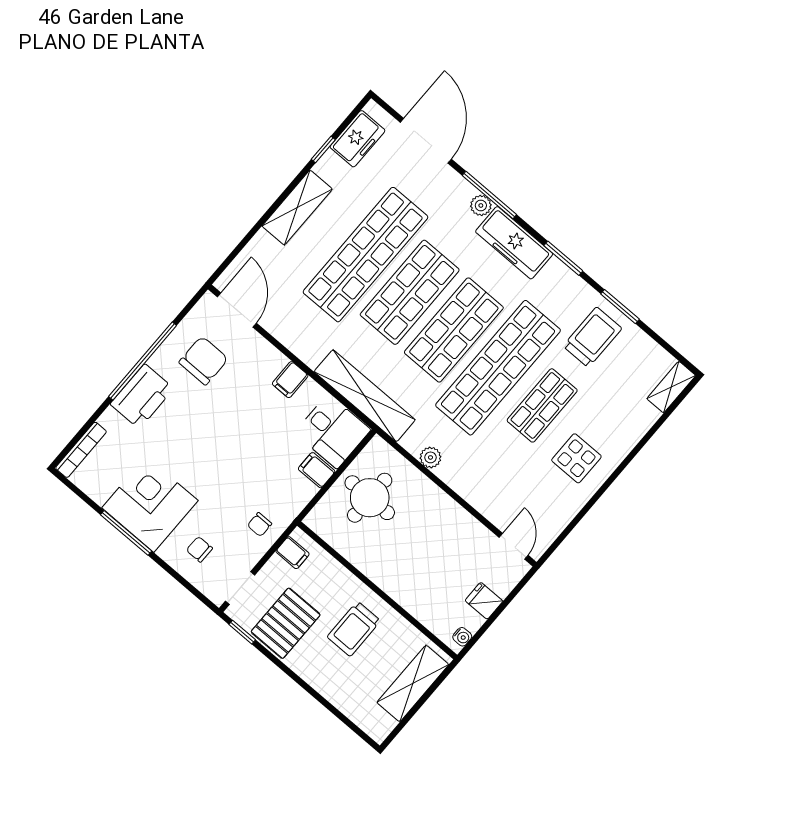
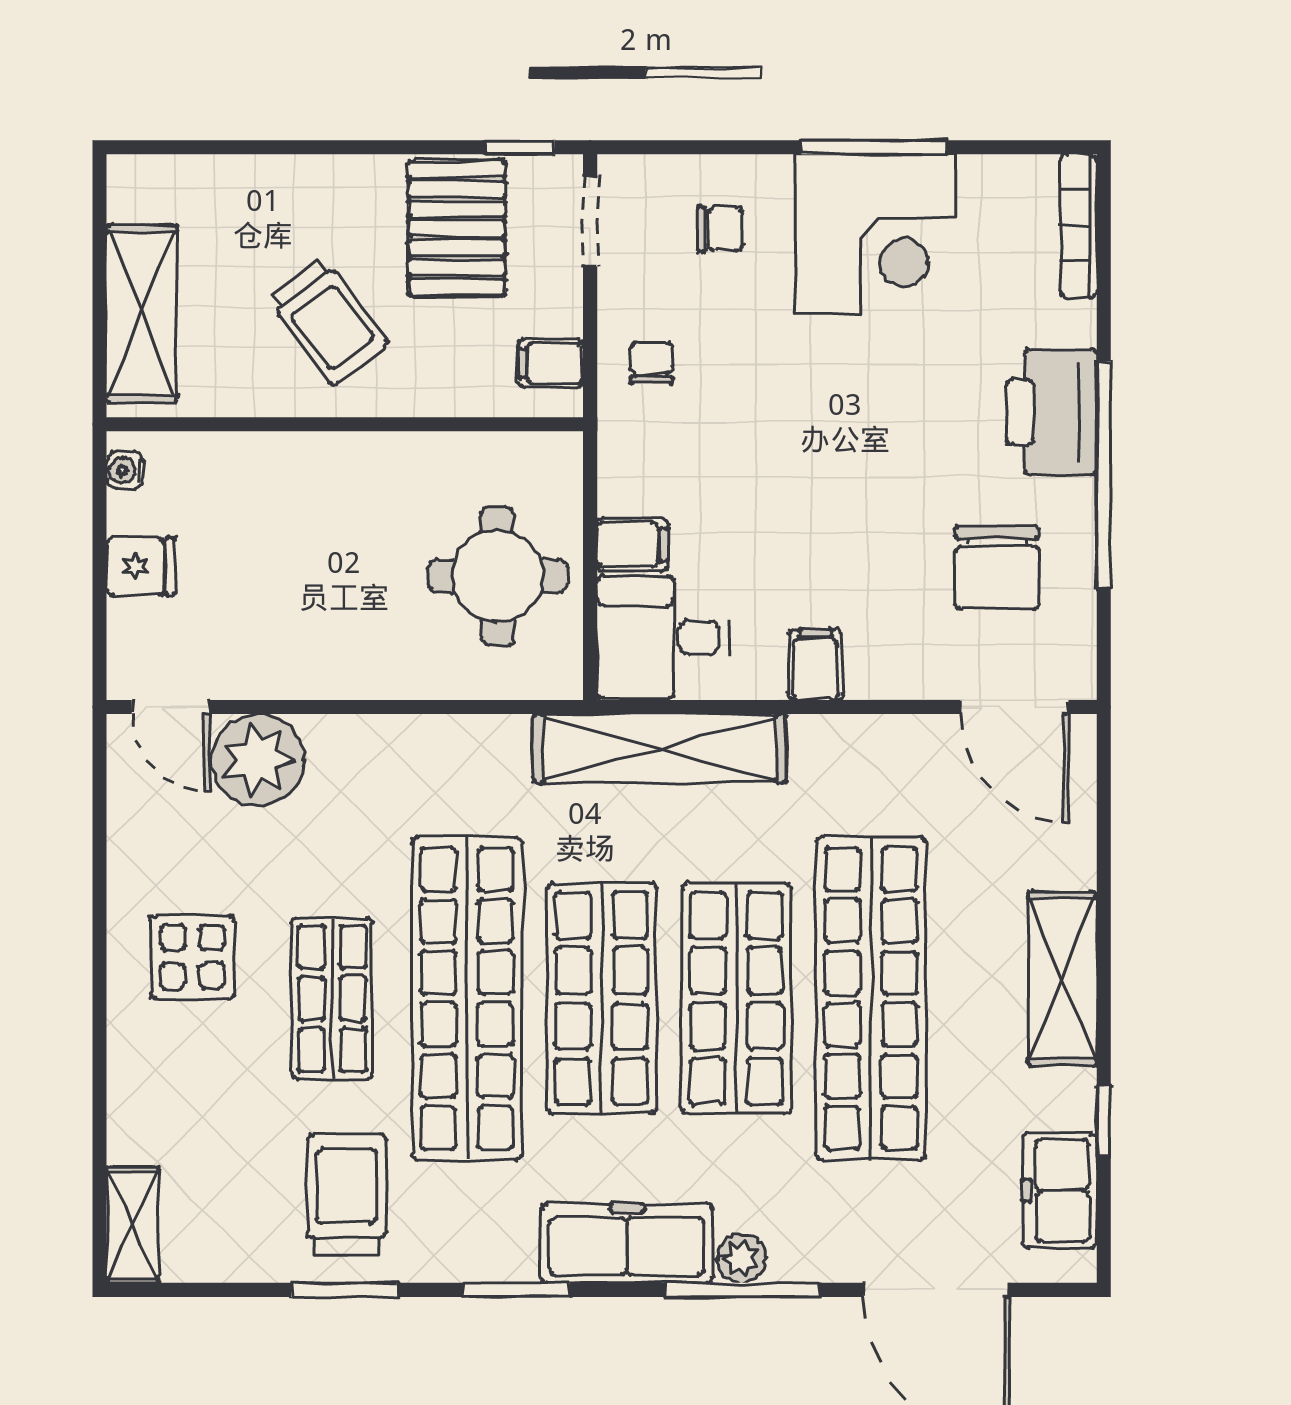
trolley: (592, 337) -> (347, 1194), turned 180
plant: (430, 457) -> (258, 760), moved, width x1.87, depth x1.87
trolley: (354, 629) -> (328, 321), turned 143

